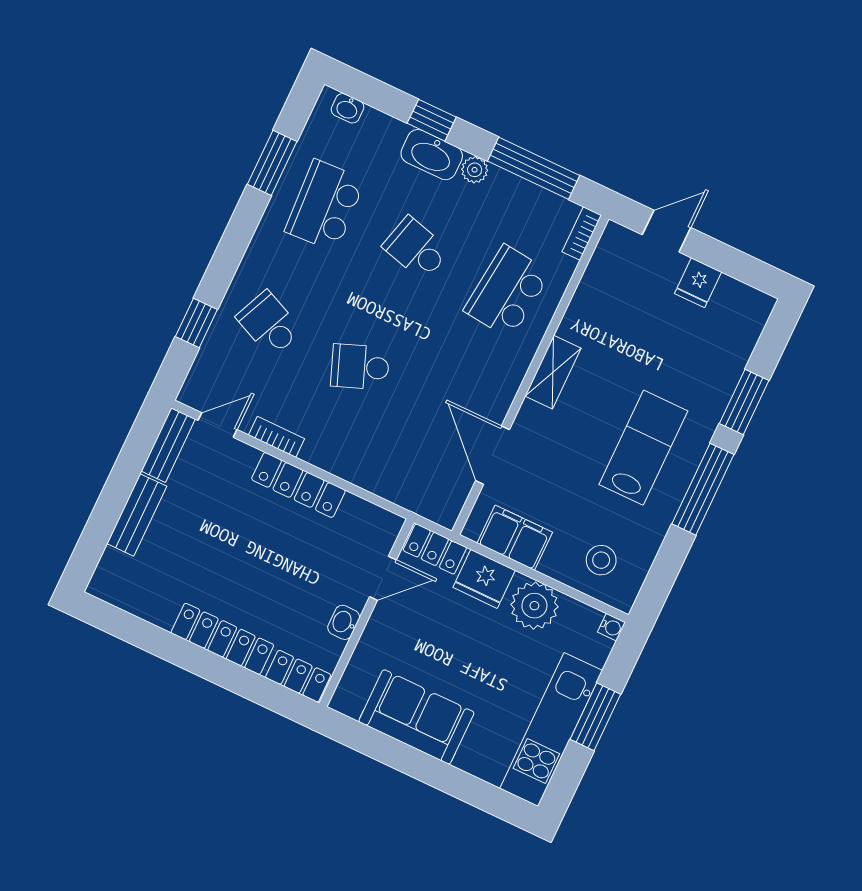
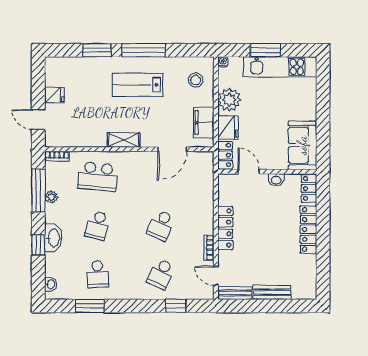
plant: (475, 170) -> (51, 197), moved
school desk: (325, 205) -> (98, 274), width x0.54
school desk: (360, 367) -> (161, 225), turned 45
sofa: (416, 717) -> (302, 145), moved

